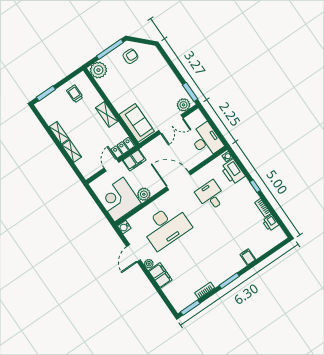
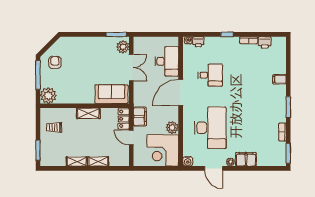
desk: (206, 140) -> (167, 61), moved, turned 90
printer: (233, 172) -> (198, 42), width x0.53, depth x0.68
desk: (211, 196) -> (210, 75), turned 180

